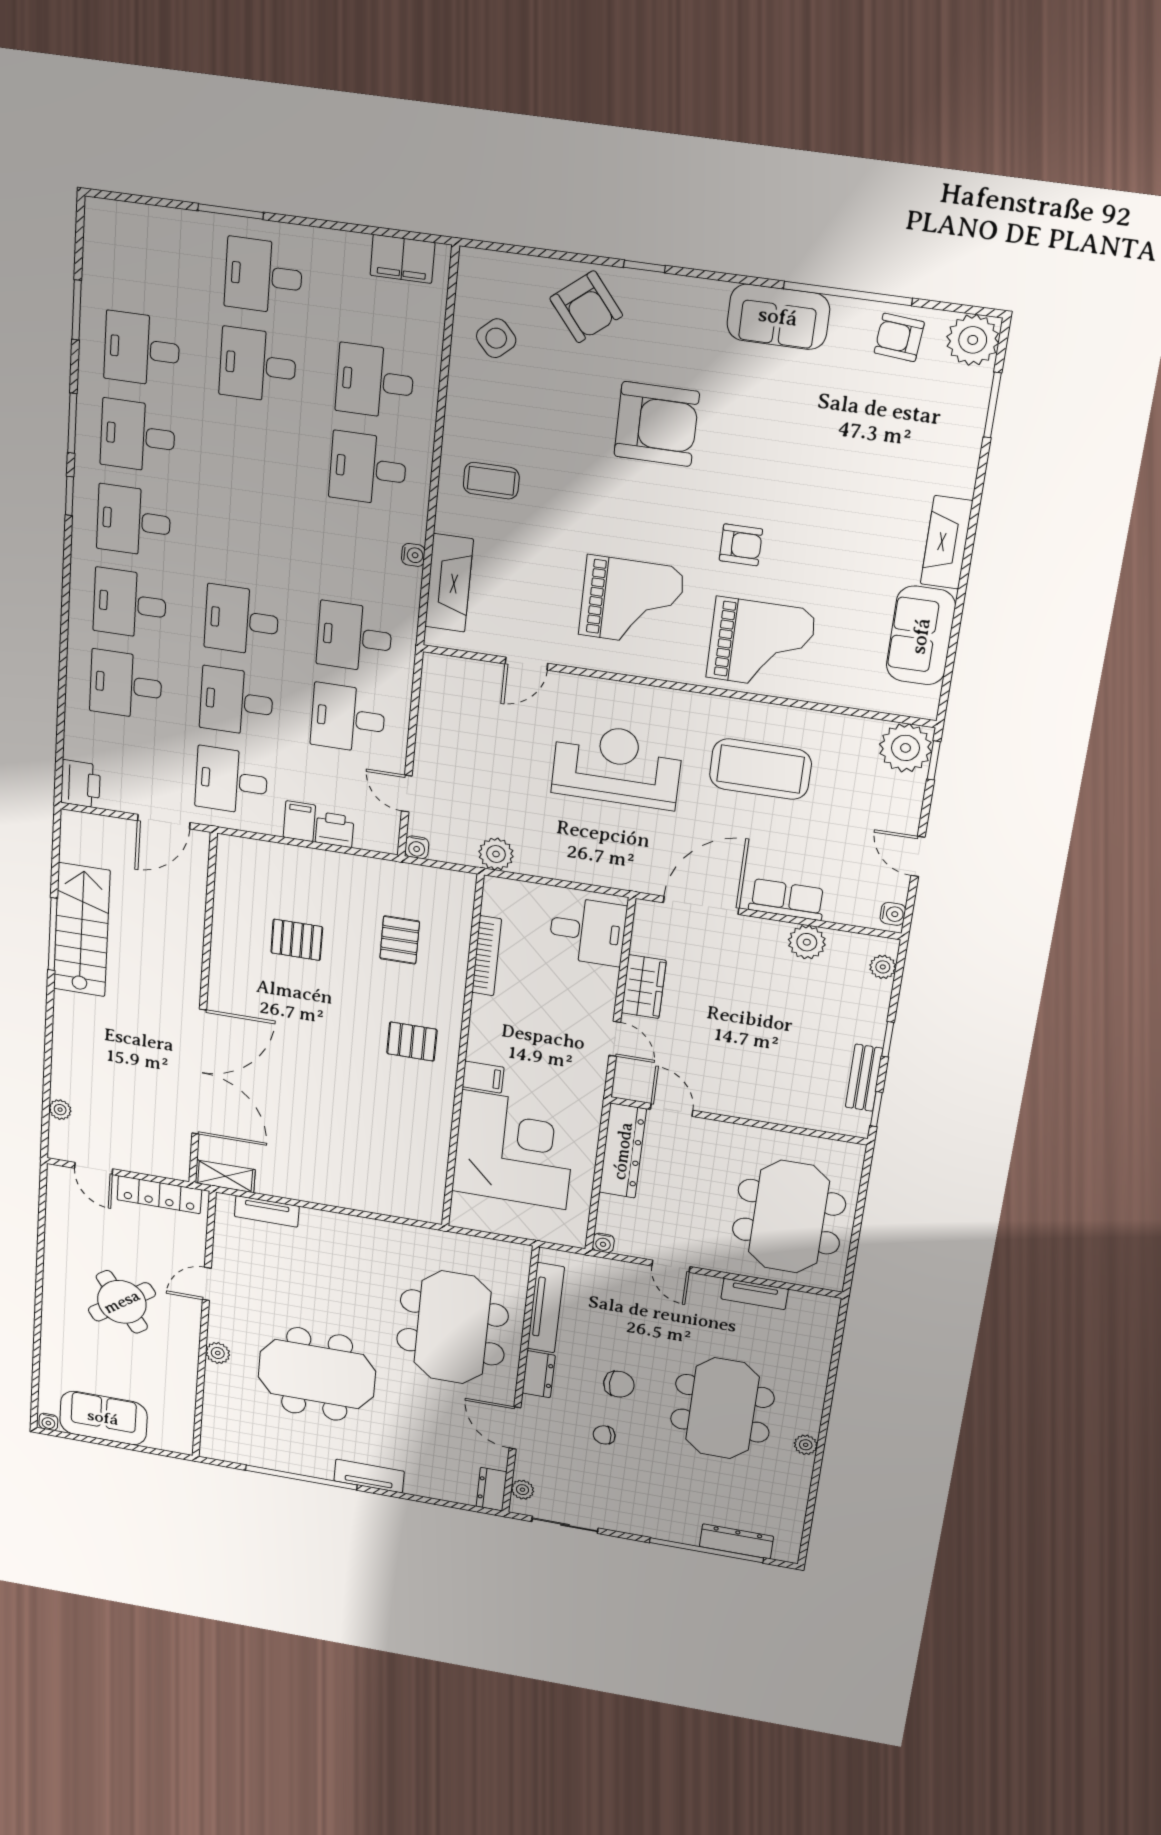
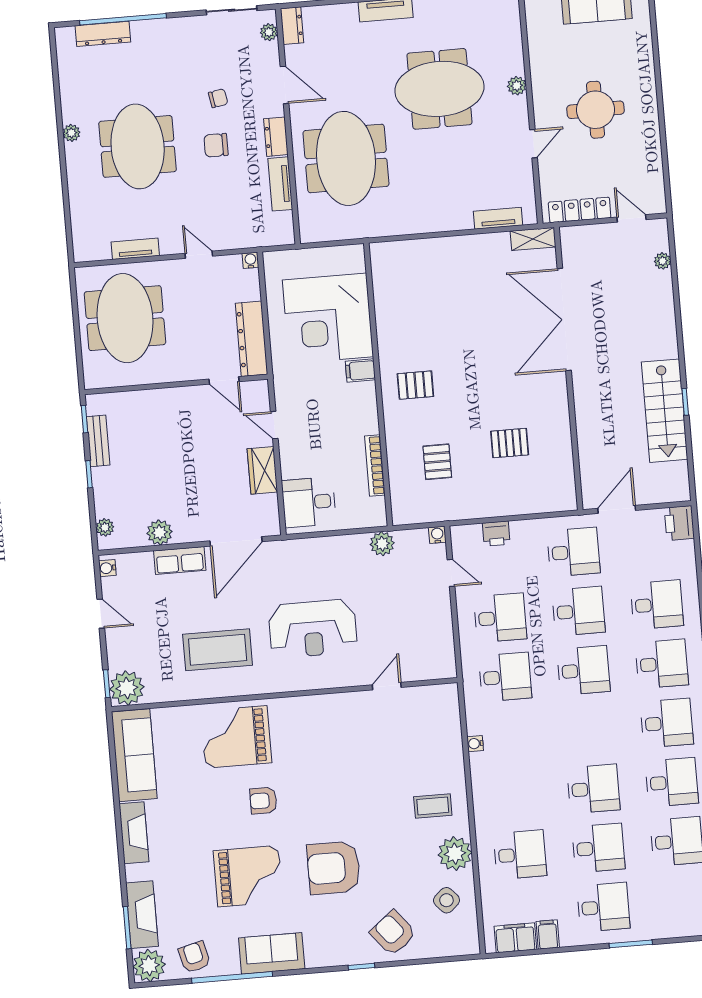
armchair: (899, 337) -> (194, 957), turned -109
plant: (471, 404) -> (455, 854), added
desk: (368, 469) -> (593, 789), moved
fireplace: (449, 583) -> (142, 915), moved, turned 180
grand piano: (631, 601) -> (248, 876), moved, turned 180
sofa: (921, 636) -> (134, 755), width x1.36
filing cabinet: (299, 821) -> (548, 934), moved, turned 180
window: (53, 934) -> (685, 402), width x0.46
round table: (122, 1302) -> (595, 110), turned 36
tv unit: (546, 1308) -> (280, 184), width x0.71

